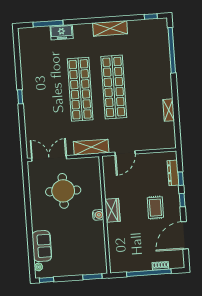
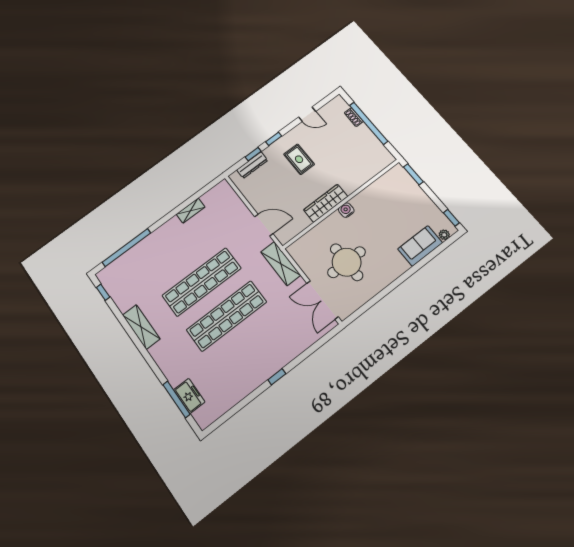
freezer: (62, 32) -> (189, 396), moved
rug: (155, 208) -> (299, 159), turned 90
wardrobe: (113, 210) -> (326, 203), width x1.50
door: (185, 235) -> (307, 114), width x0.53

